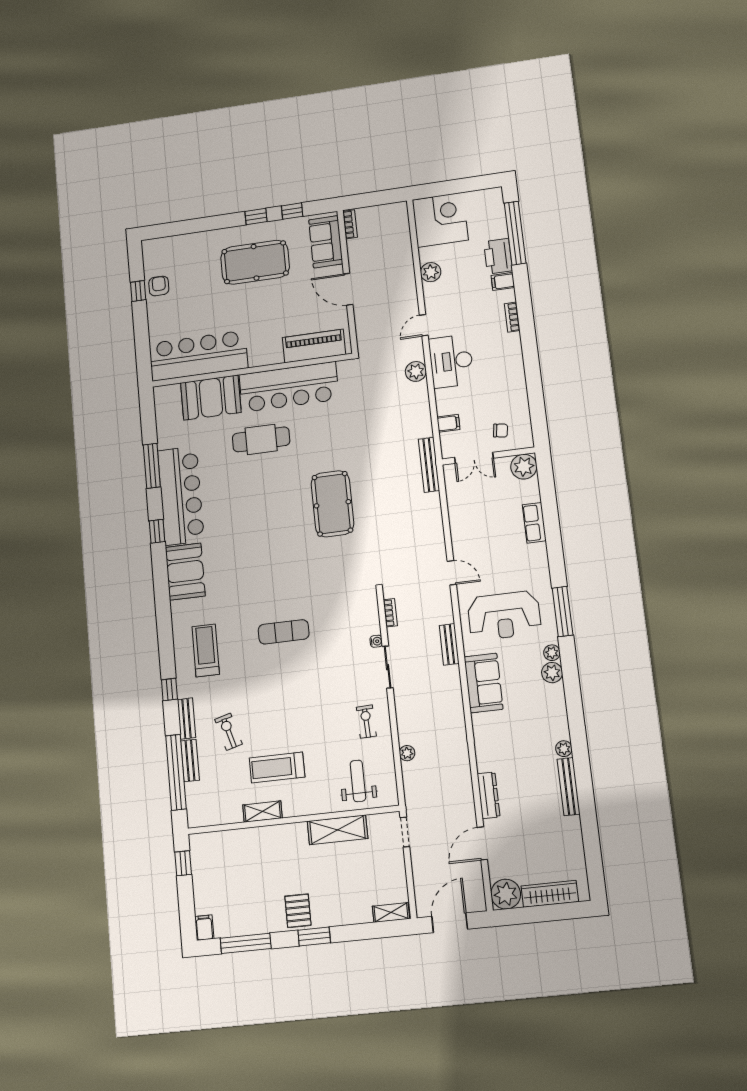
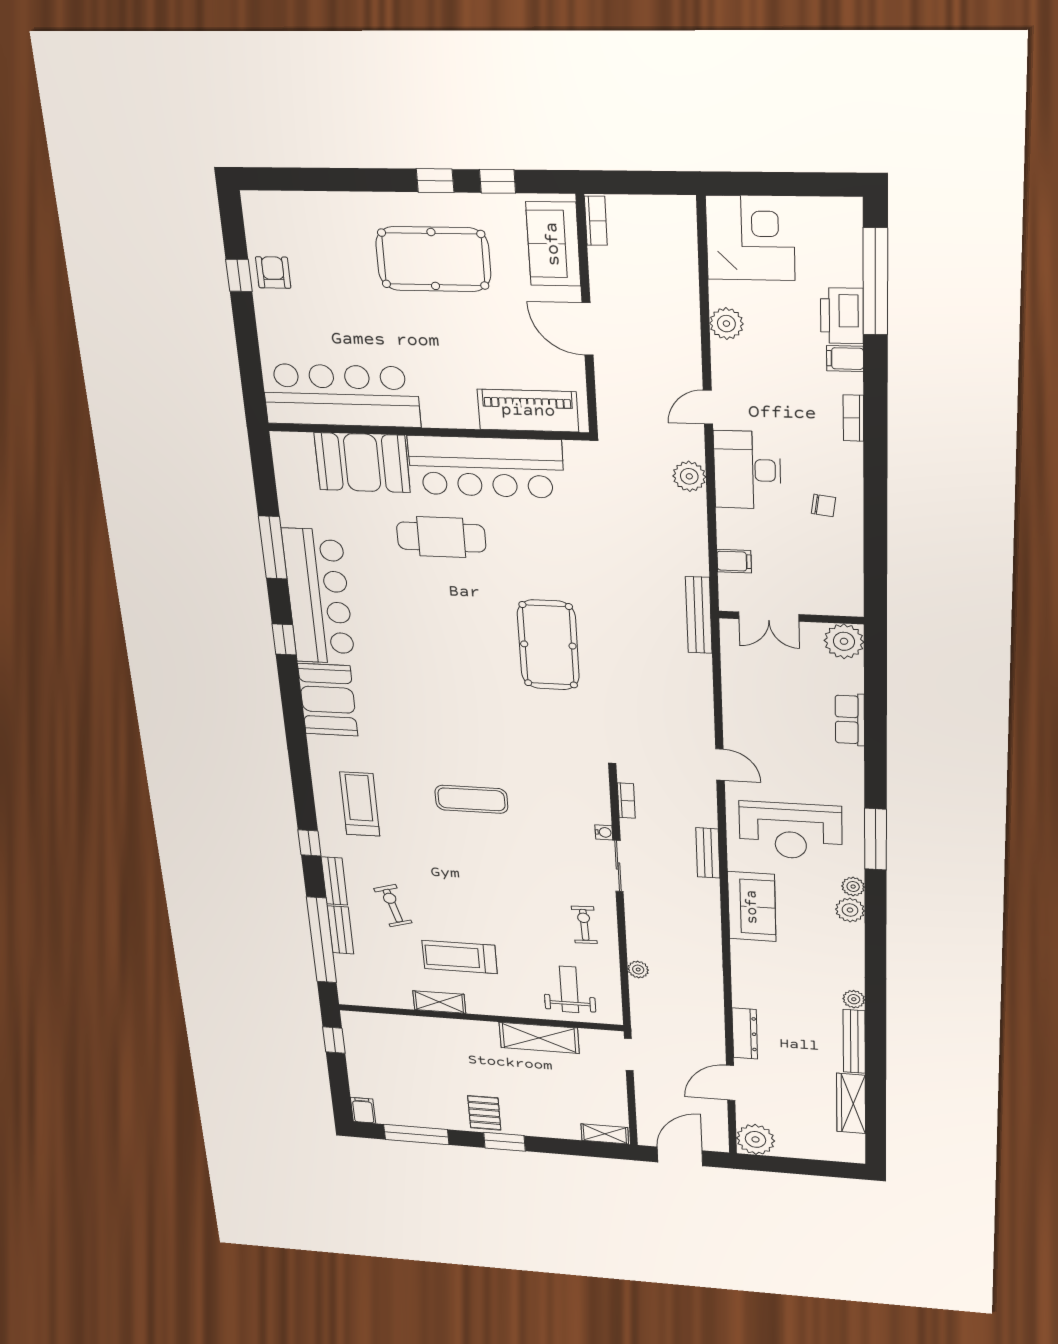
chair: (500, 431) -> (823, 505), moved
wardrobe: (550, 894) -> (851, 1103), moved, turned -90

